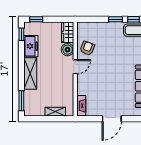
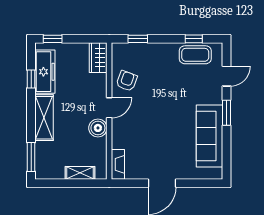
window: (116, 19) -> (138, 39), moved
window: (21, 34) -> (31, 79), moved
freezer: (31, 46) -> (45, 72), width x1.40
boiler: (68, 50) -> (98, 128), moved

